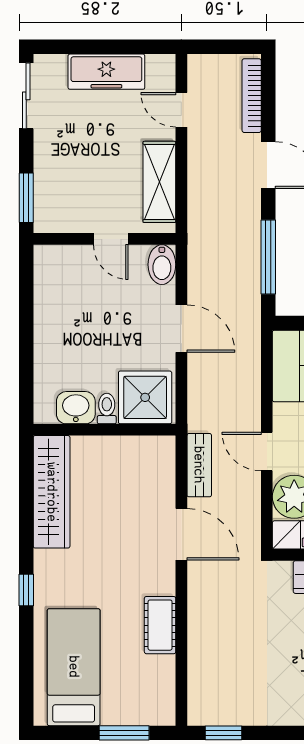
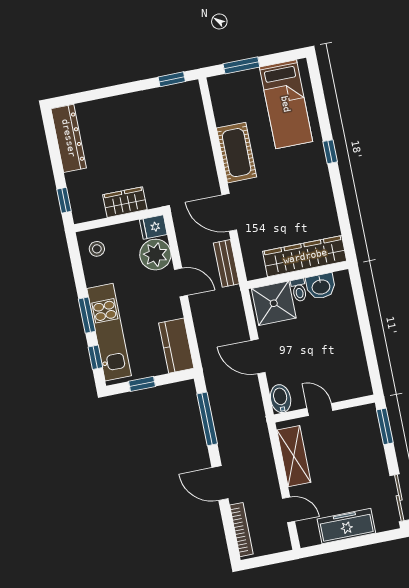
wardrobe: (52, 492) -> (305, 256), moved, turned 90
cot: (160, 625) -> (237, 153), width x1.37, depth x1.34

